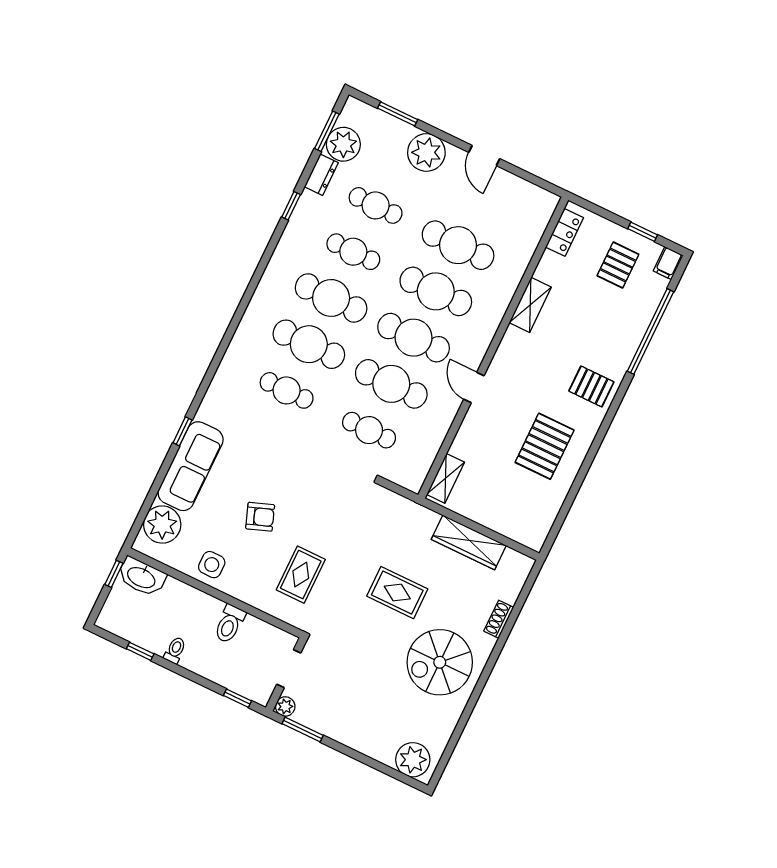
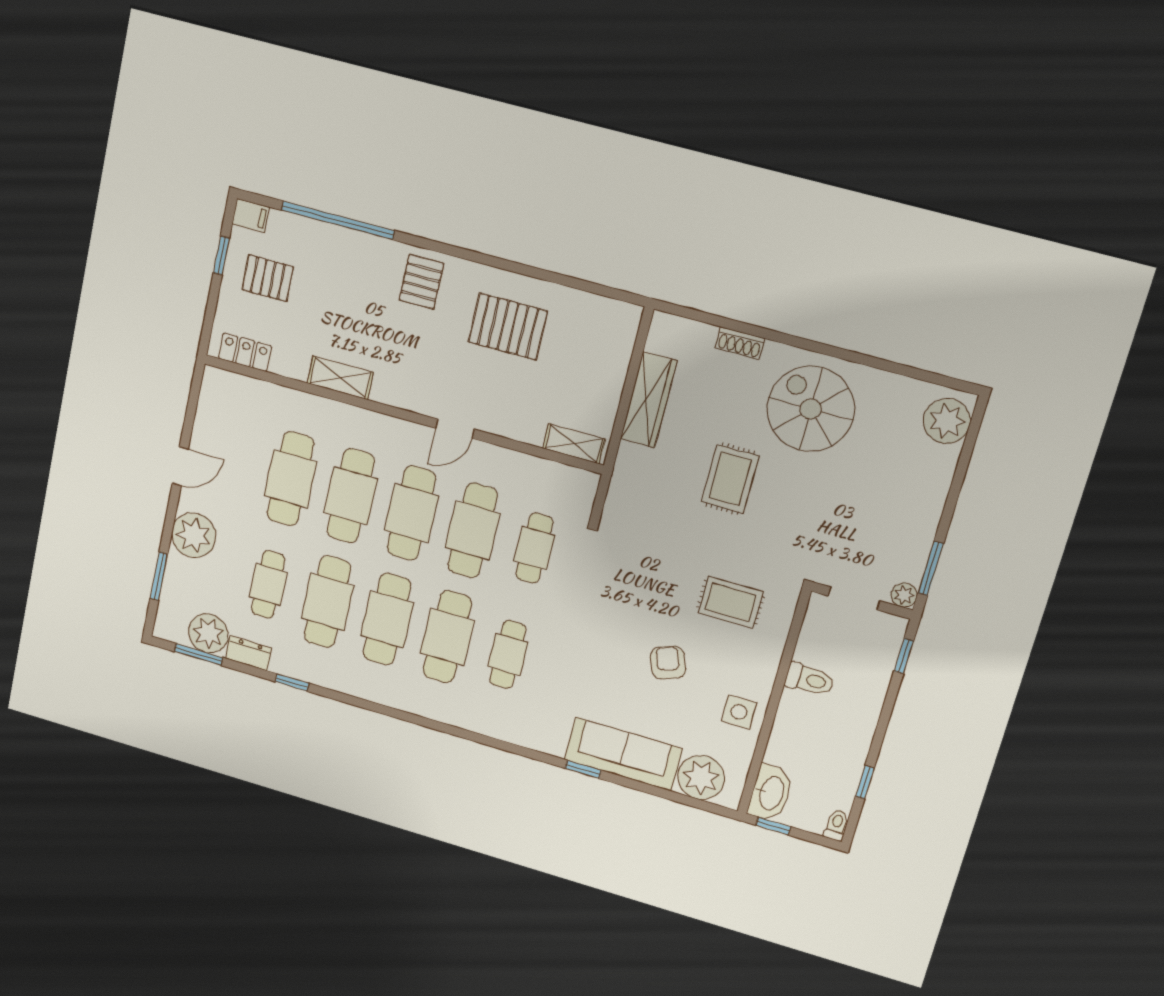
cafe table: (353, 252) -> (327, 602), width x1.37, depth x1.35
toilet: (175, 650) -> (836, 825), moved, turned 90
spiral stairs: (440, 662) -> (811, 409), turned 180

